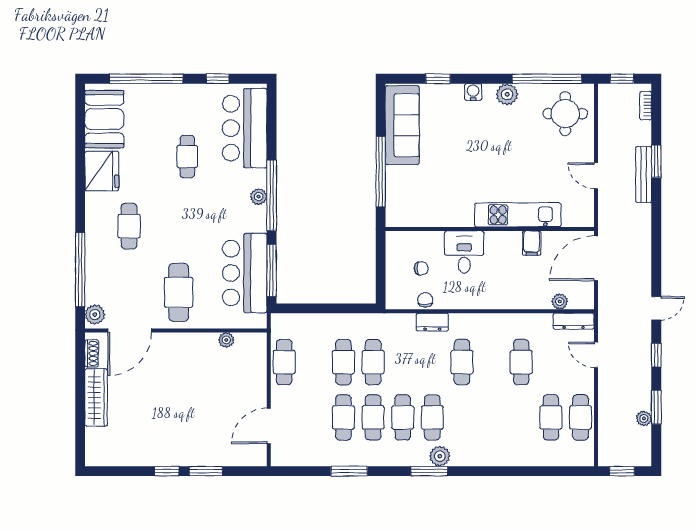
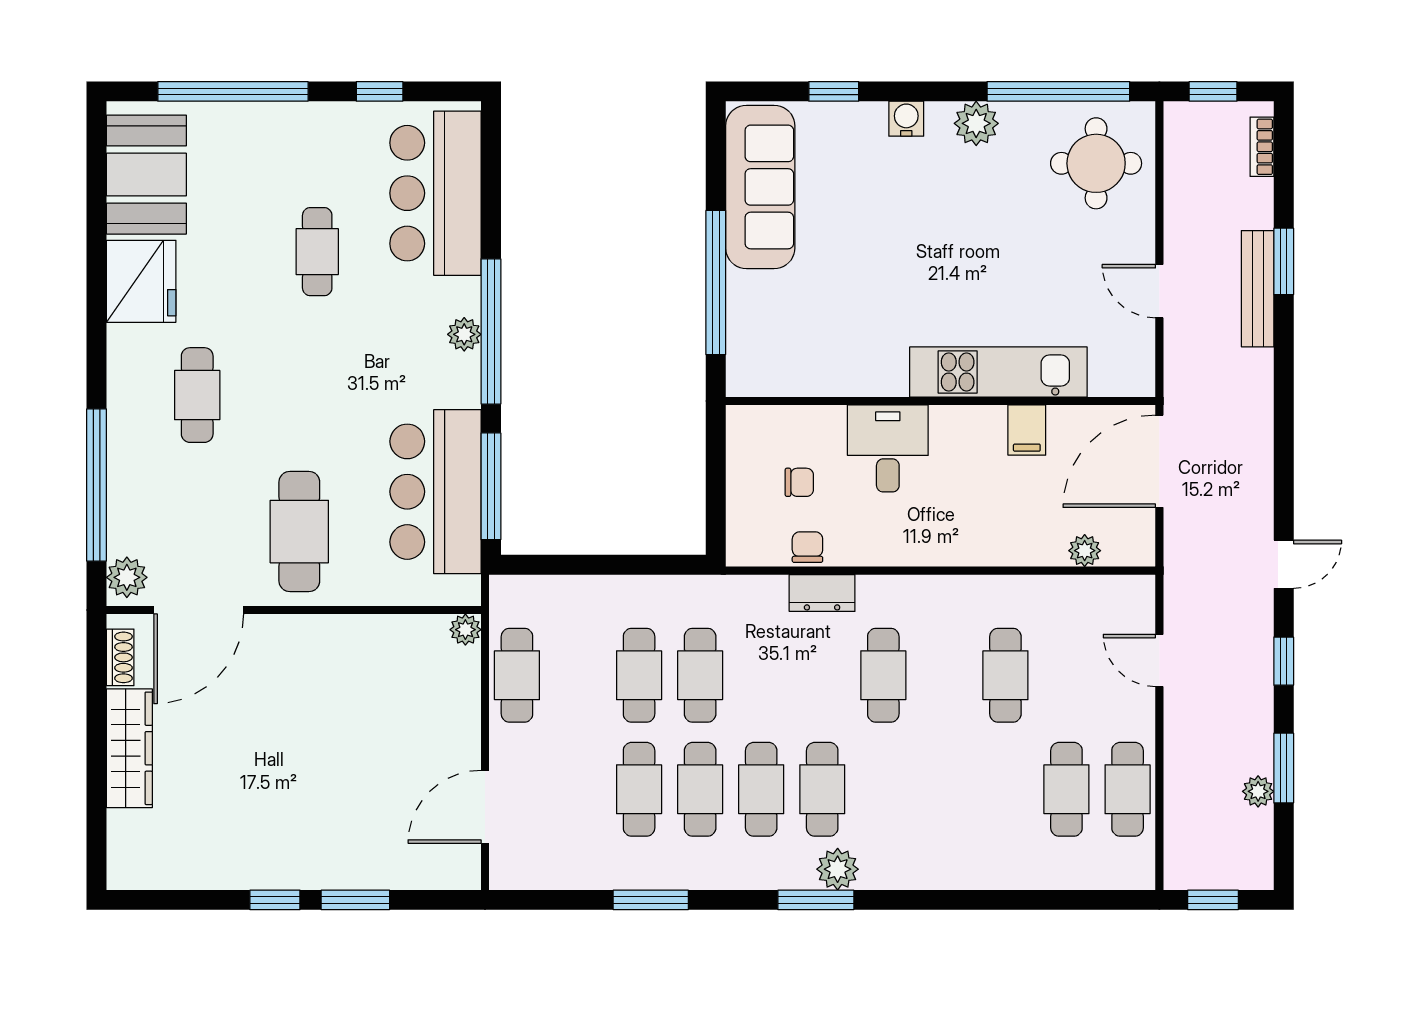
dresser: (574, 321) -> (1113, 591), removed
plant: (226, 340) -> (465, 630), moved

